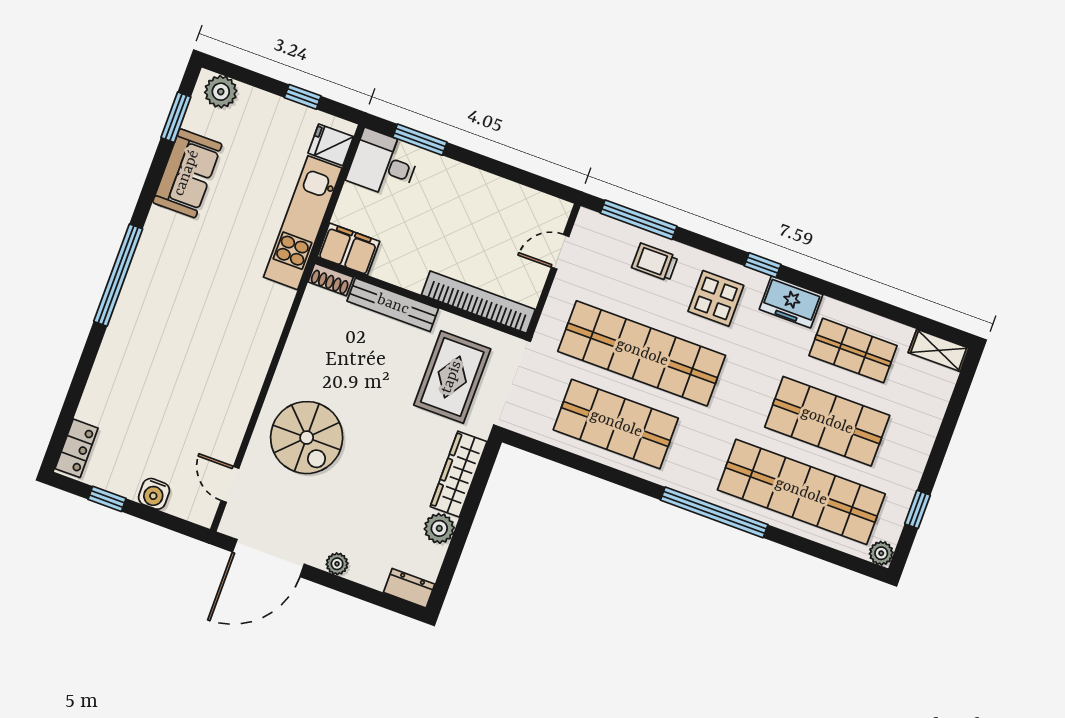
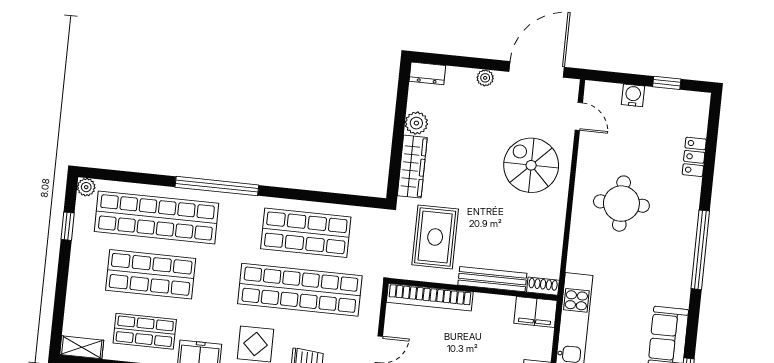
round table: (204, 360) -> (621, 204), added
locker: (77, 448) -> (694, 157), moved

